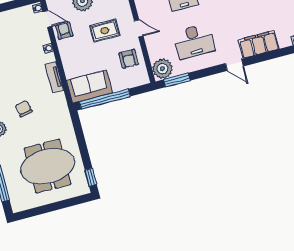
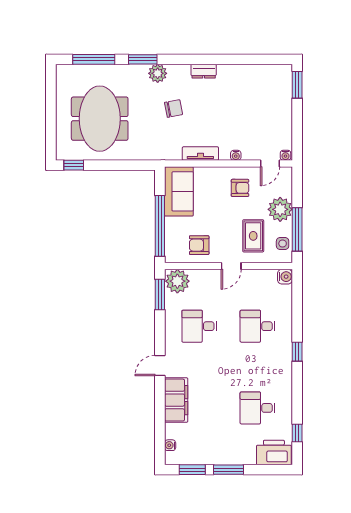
armchair: (64, 31) -> (240, 188), moved
rug: (105, 31) -> (253, 236), moved
desk: (194, 41) -> (199, 326), width x0.73
window: (105, 99) -> (160, 226), moved

